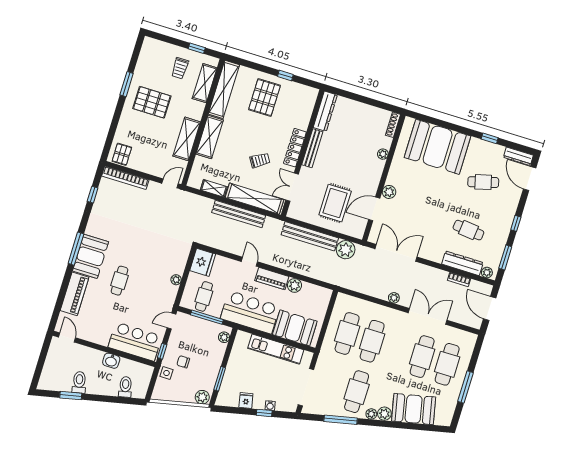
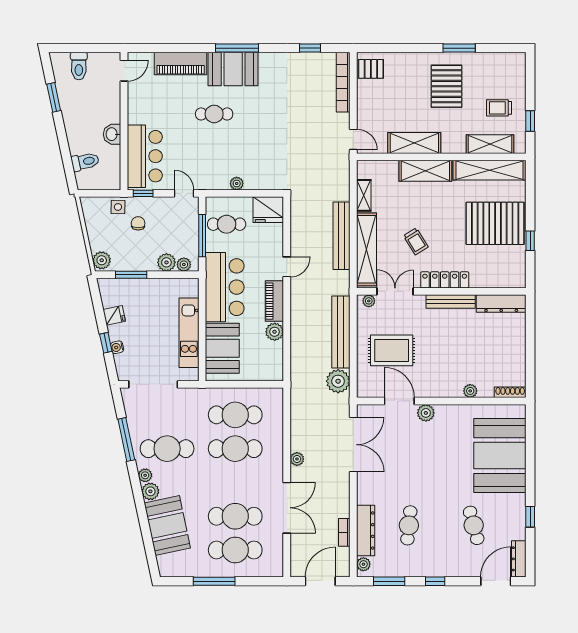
pallet: (264, 97) -> (495, 223), width x1.37, depth x1.41
plant: (293, 209) -> (369, 301), added
plant: (219, 350) -> (166, 262), added
toilet: (79, 382) -> (79, 66), moved, turned 102

